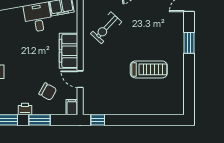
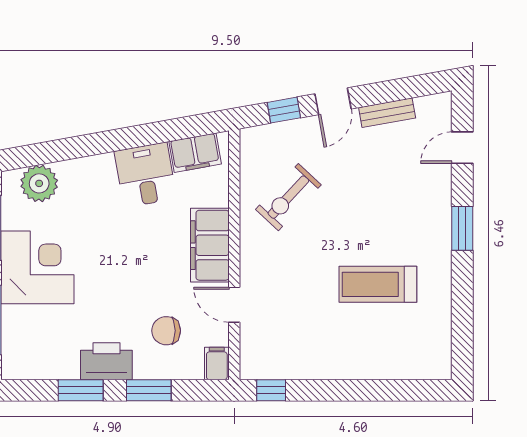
treadmill: (149, 69) -> (378, 284), turned 180
chair: (48, 92) -> (166, 331), turned 151
printer: (25, 109) -> (106, 361), width x1.87, depth x1.48

